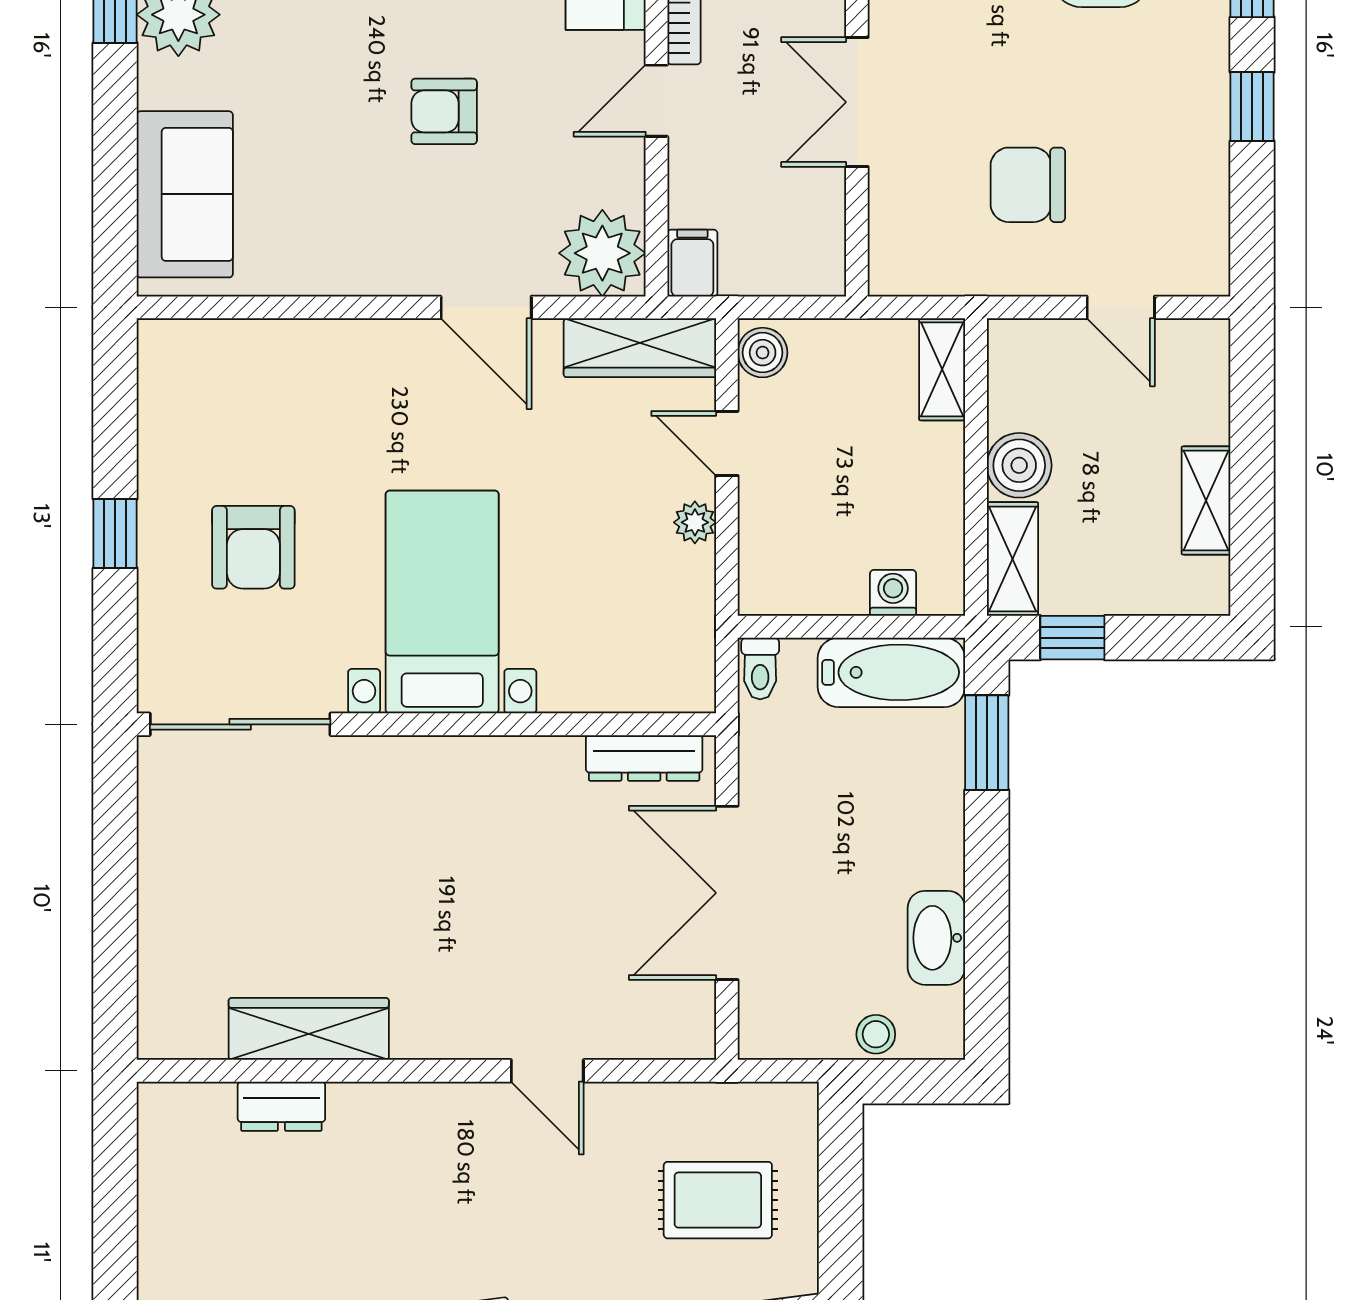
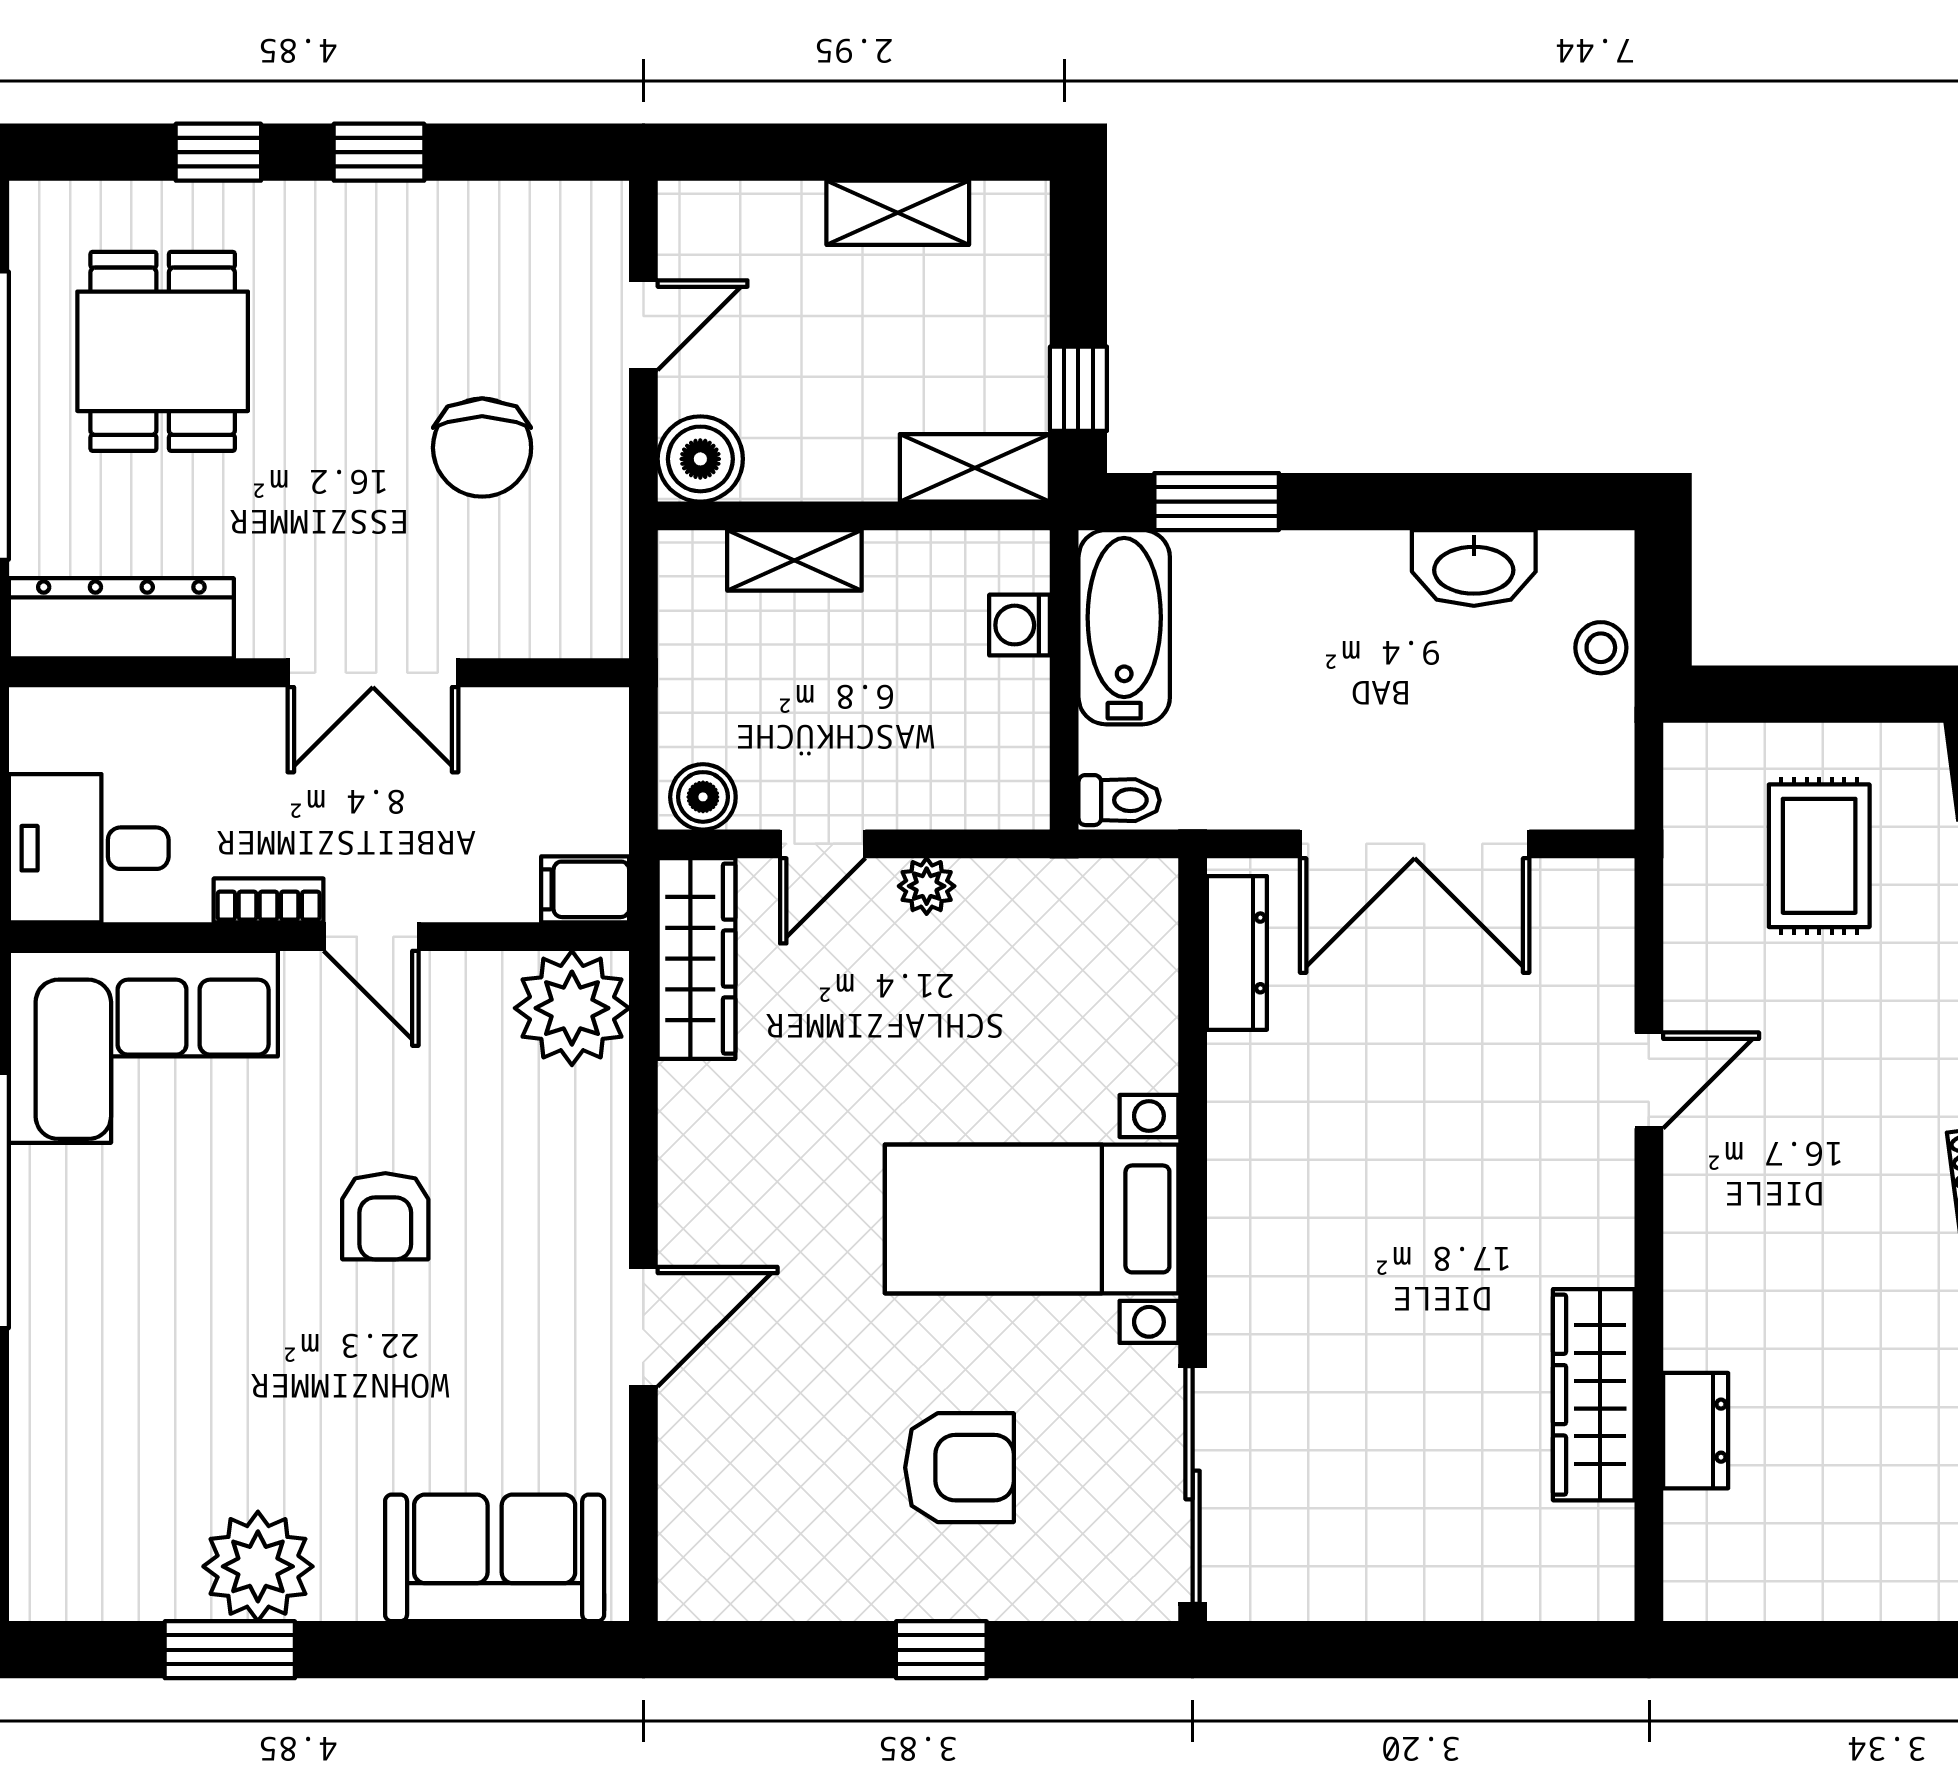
door: (486, 307) -> (643, 1327), moved
shelving: (942, 369) -> (794, 560), moved
boiler: (1019, 465) -> (700, 459), moved

